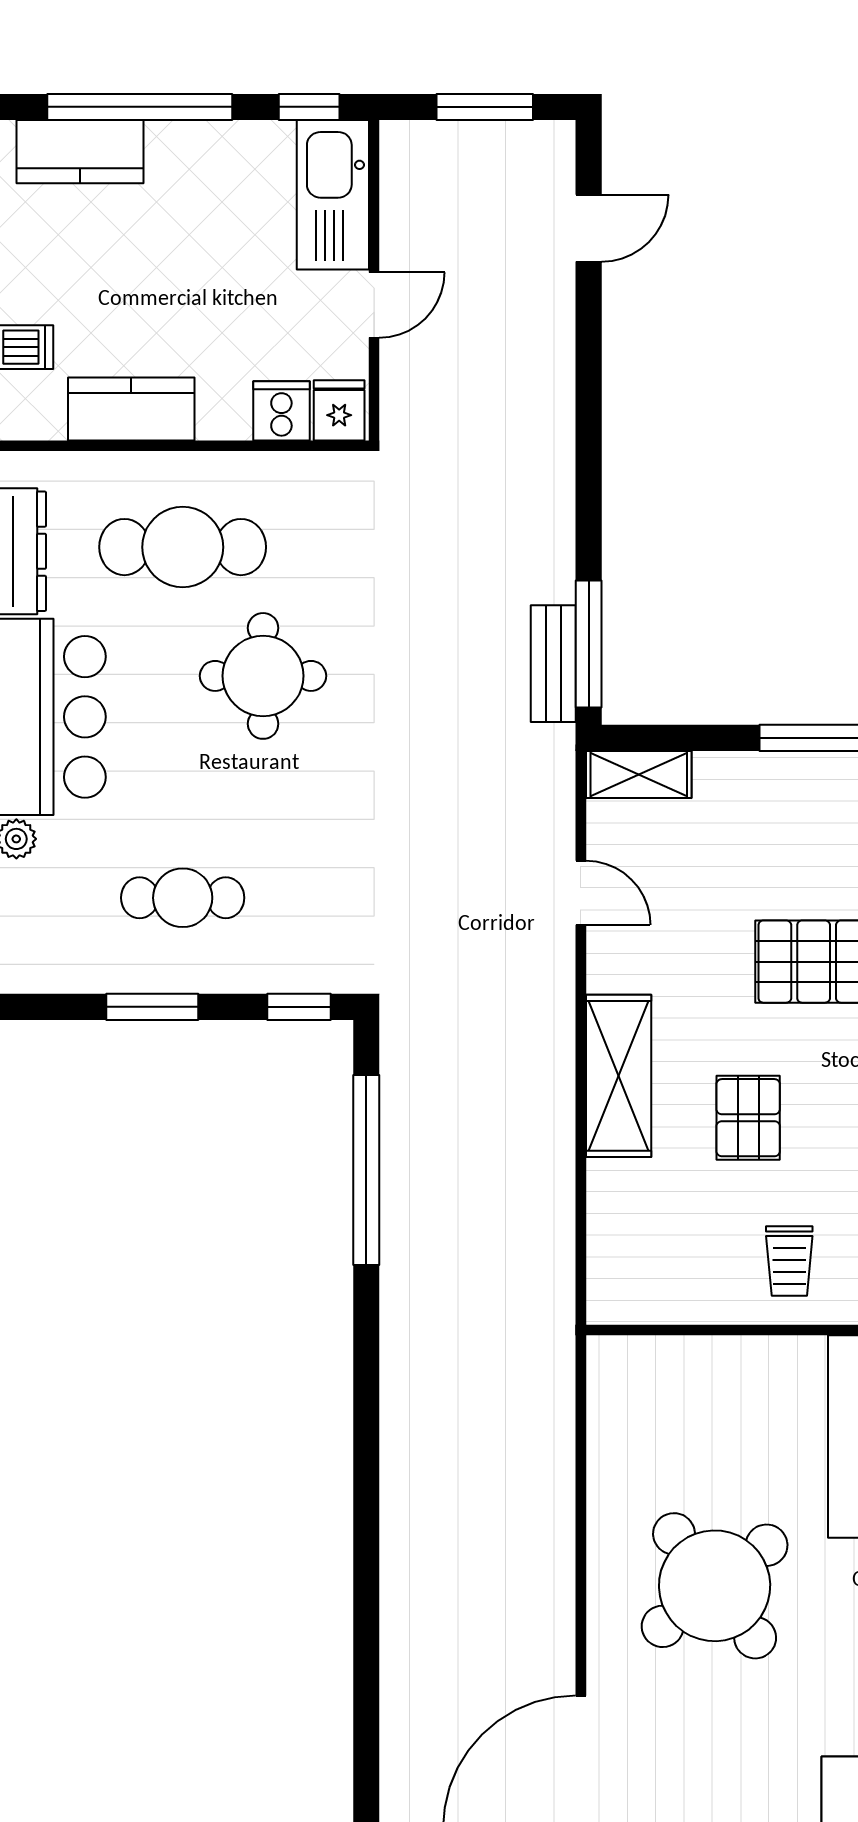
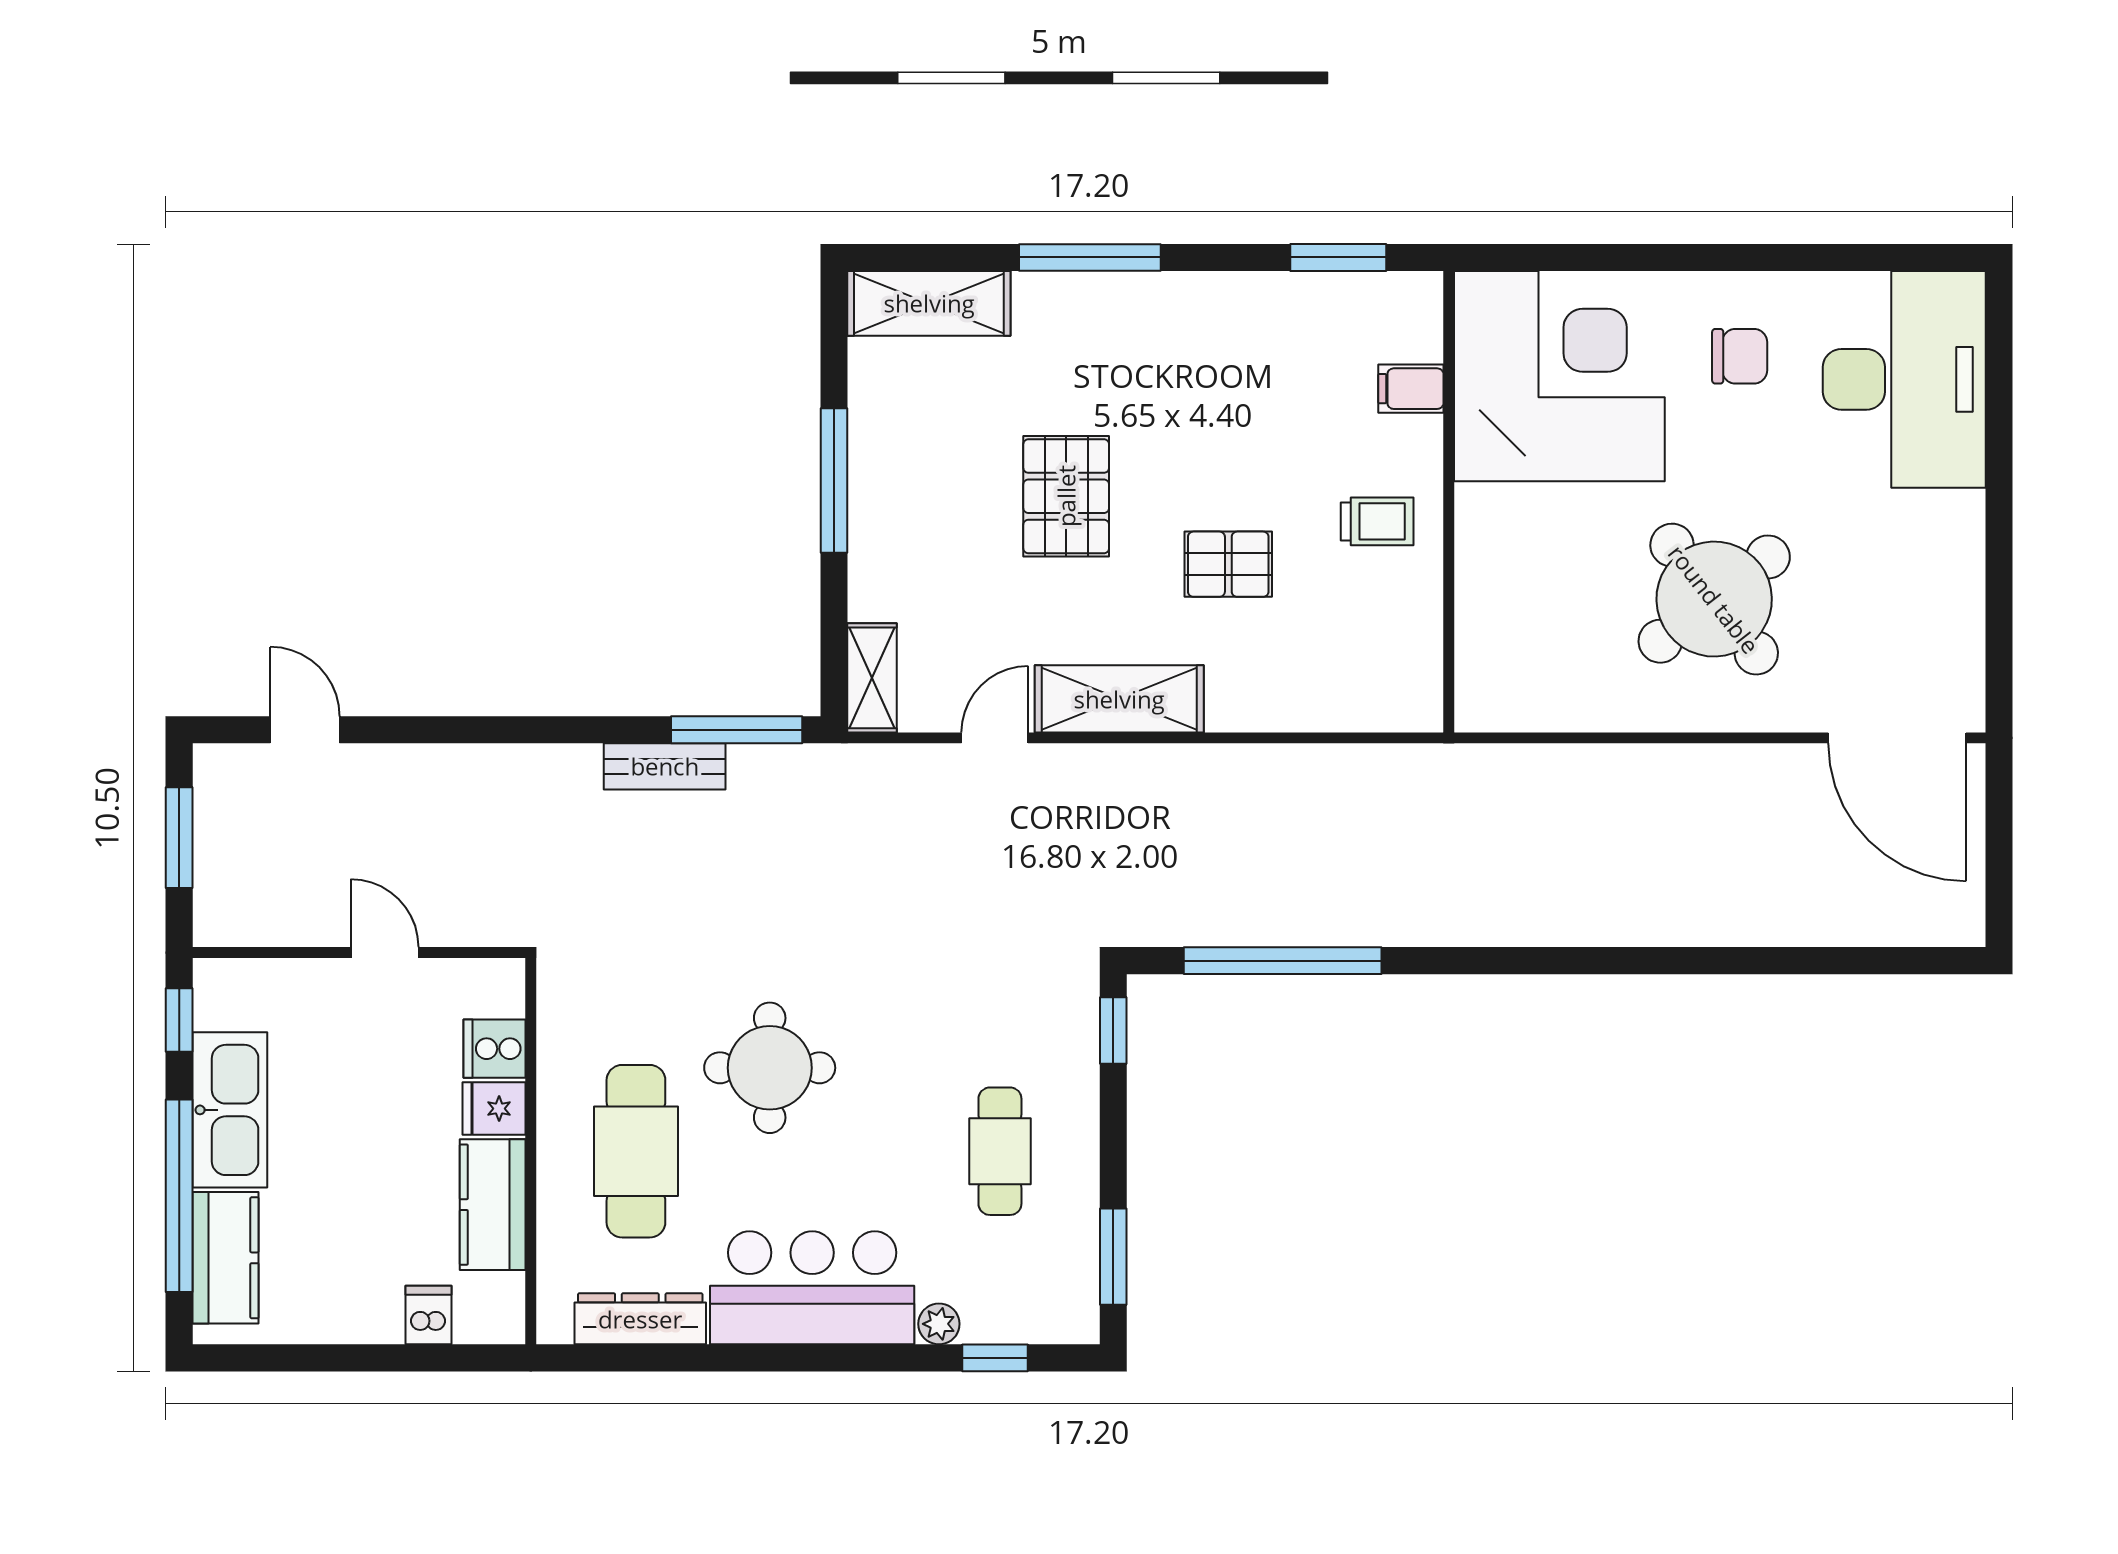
kitchen sink: (333, 195) -> (230, 1110), moved, turned -90
fridge: (339, 410) -> (494, 1109), moved
bench: (553, 664) -> (665, 766), moved
window: (152, 1007) -> (1113, 1257), moved
shelving: (619, 1076) -> (1119, 699), moved

